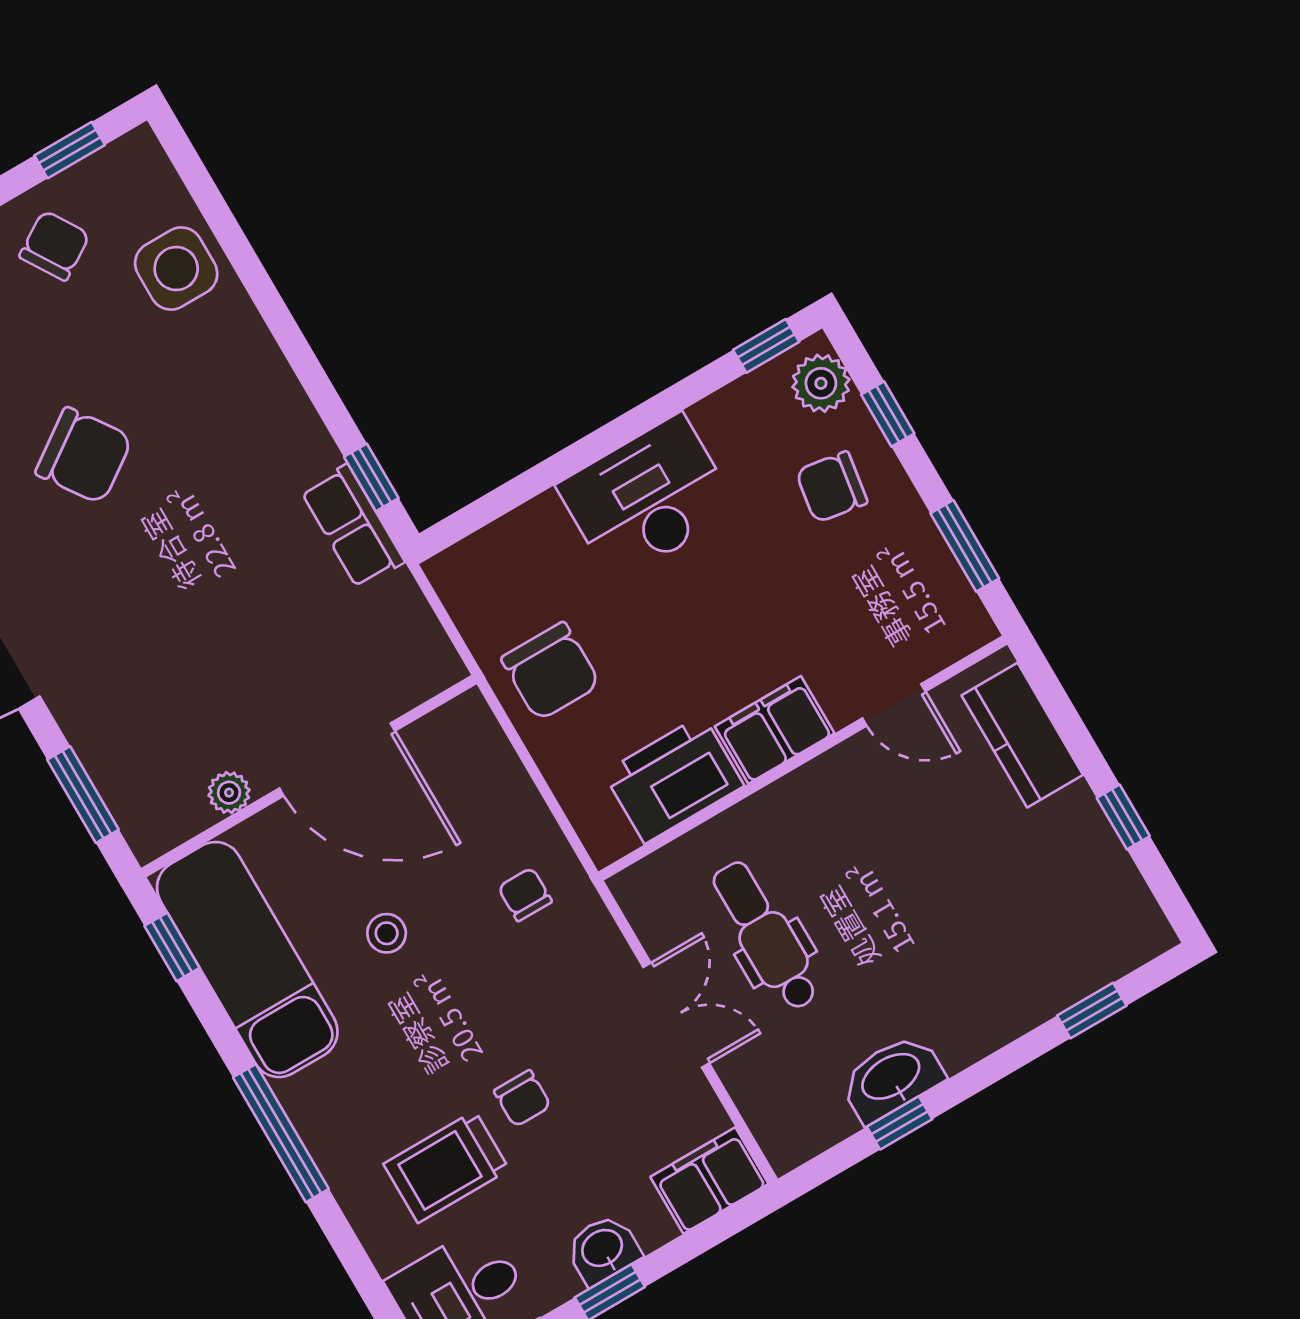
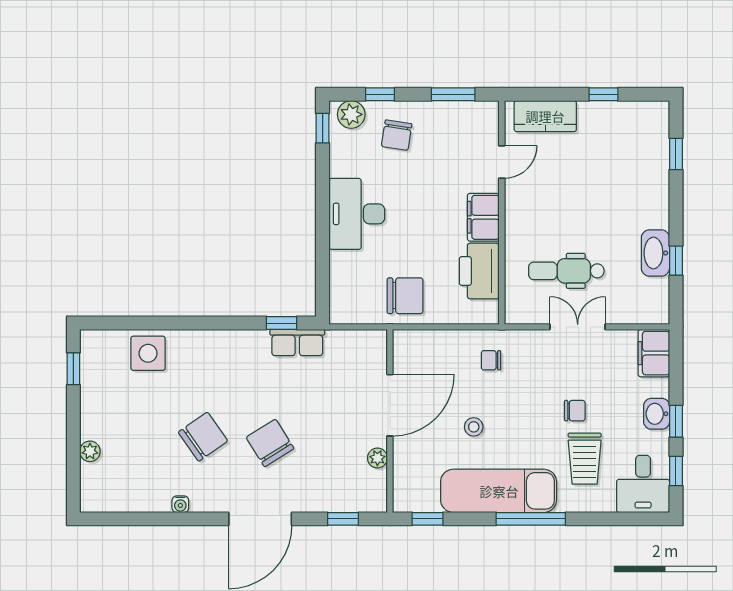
chair: (55, 246) -> (270, 443), moved, width x1.37, depth x1.37
window: (83, 795) -> (343, 519), width x0.67
exam couch: (247, 960) -> (499, 491), moved

